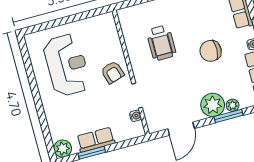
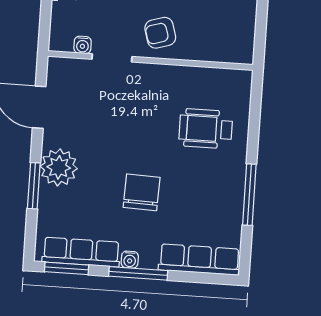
wheelchair: (161, 43) -> (206, 129), moved
plant: (233, 105) -> (48, 197), removed

